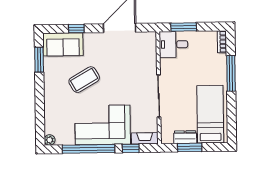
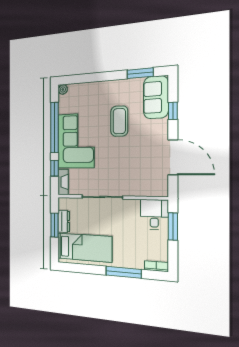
coffee table: (84, 80) -> (119, 121), turned 30

